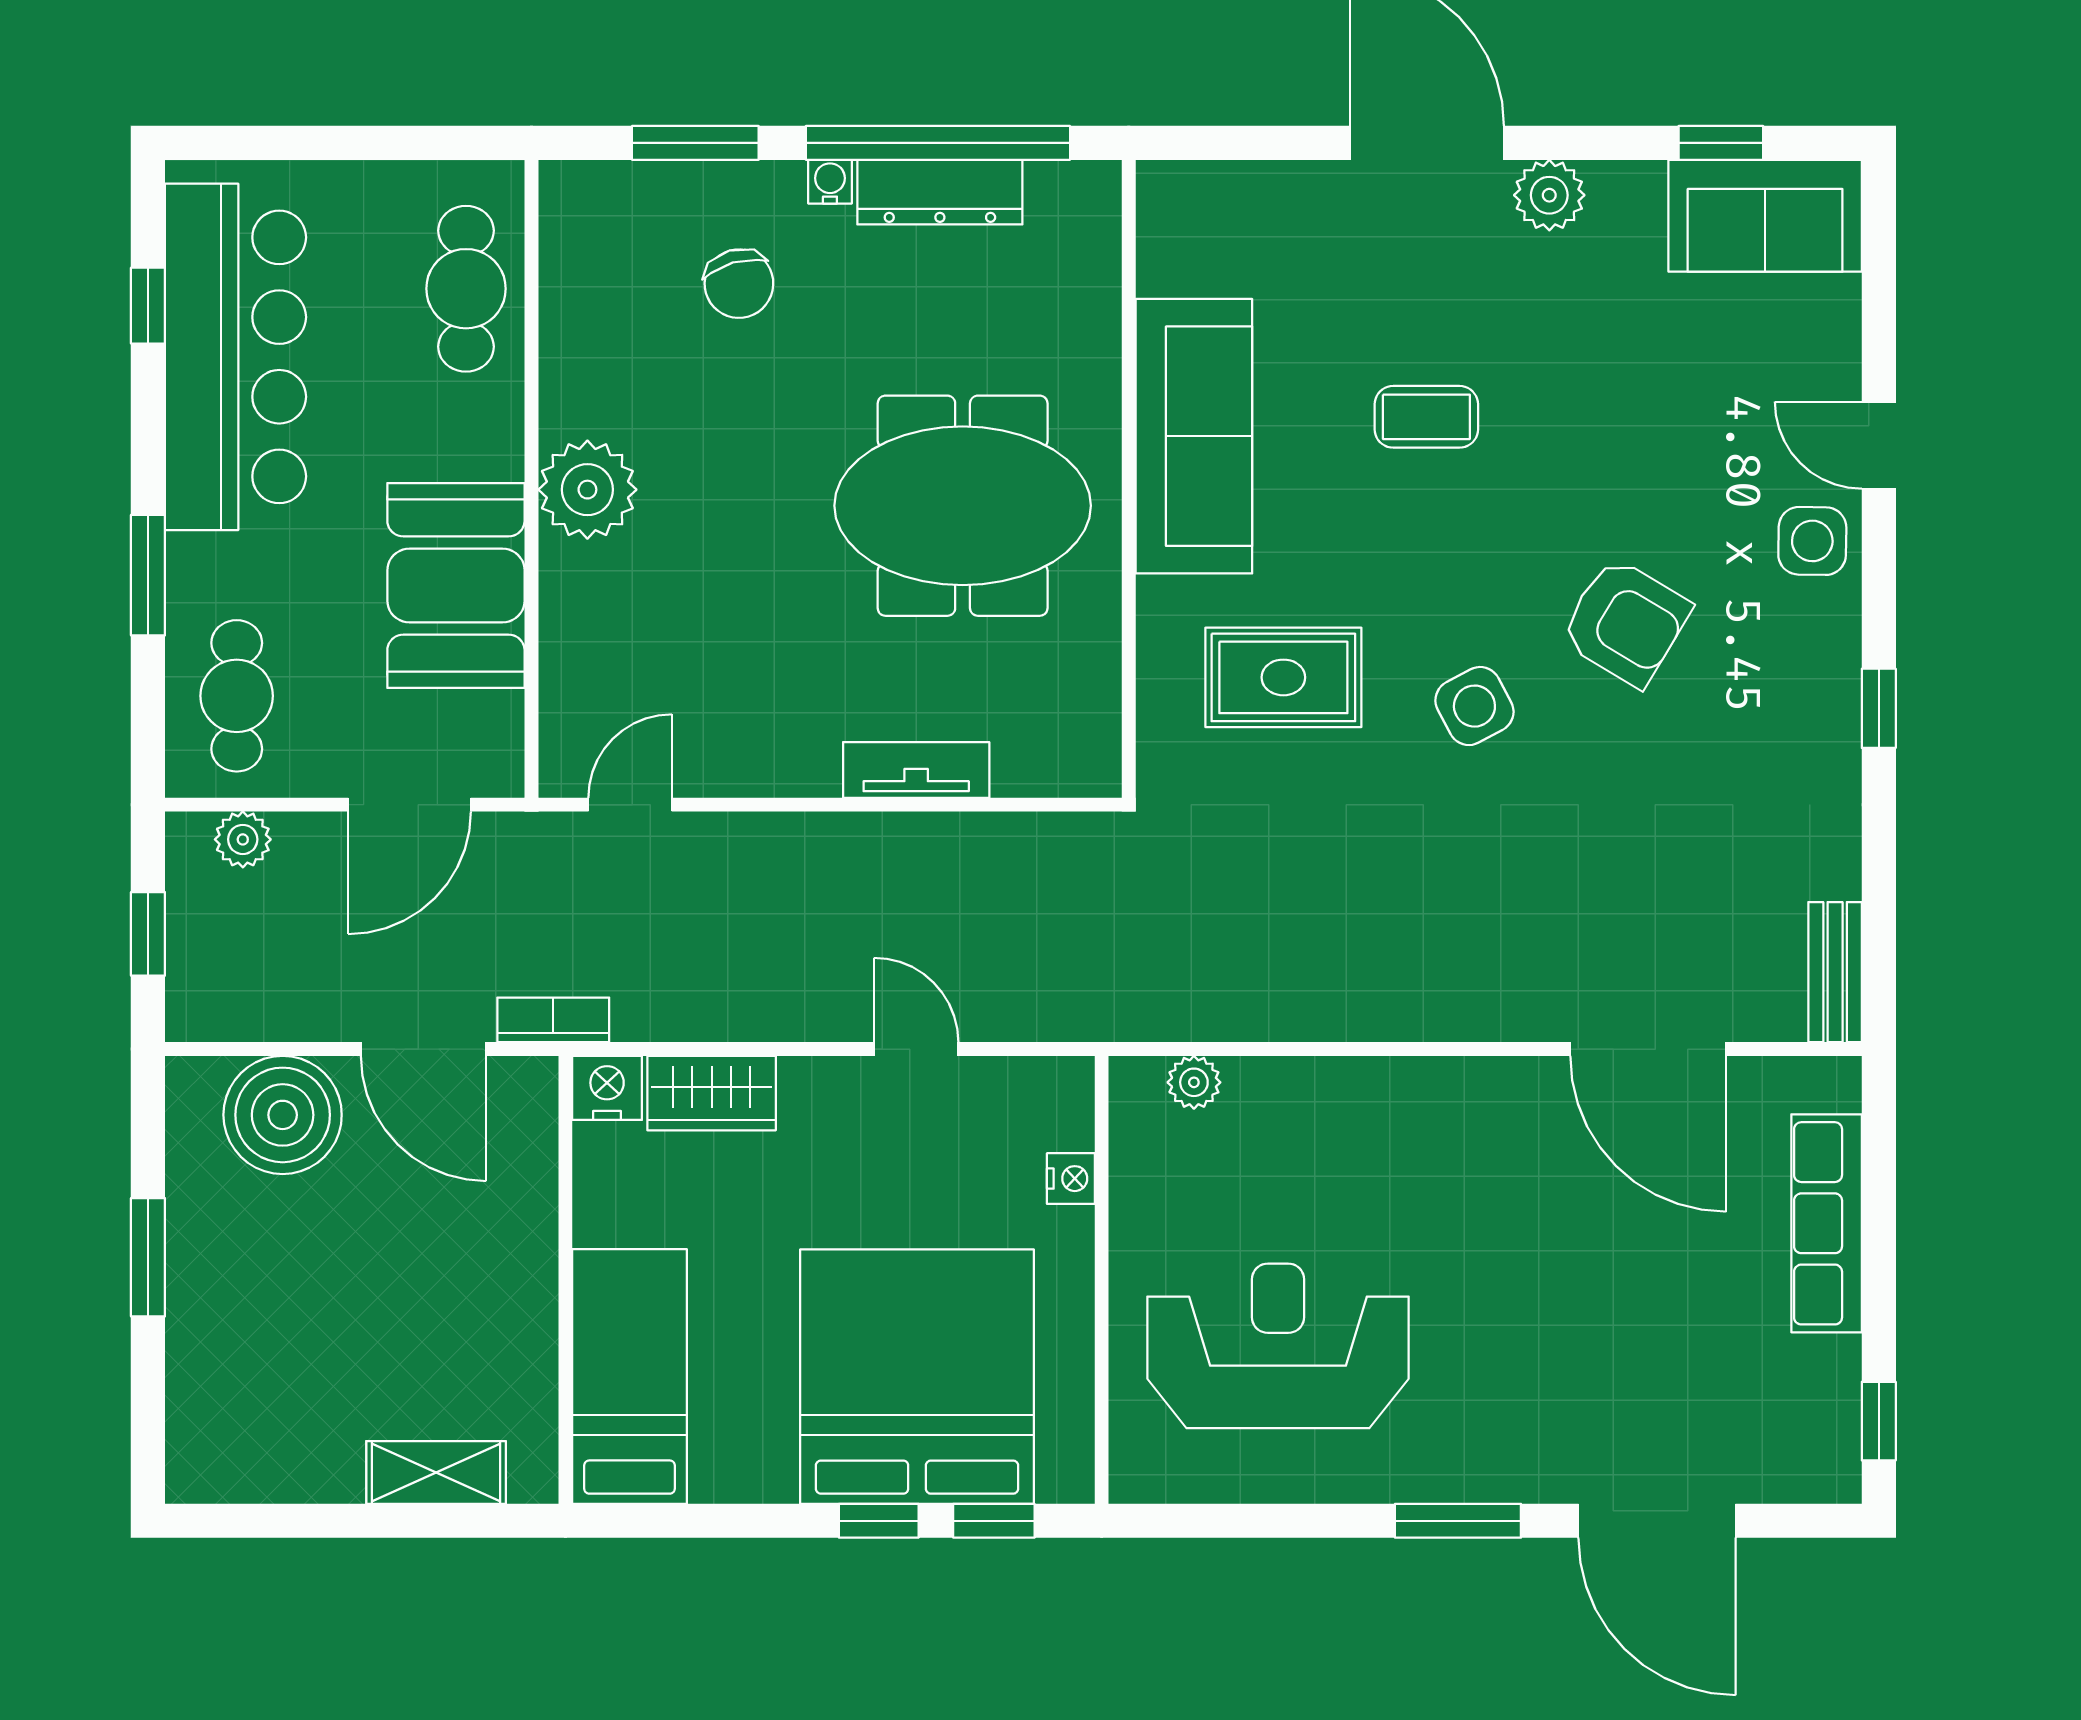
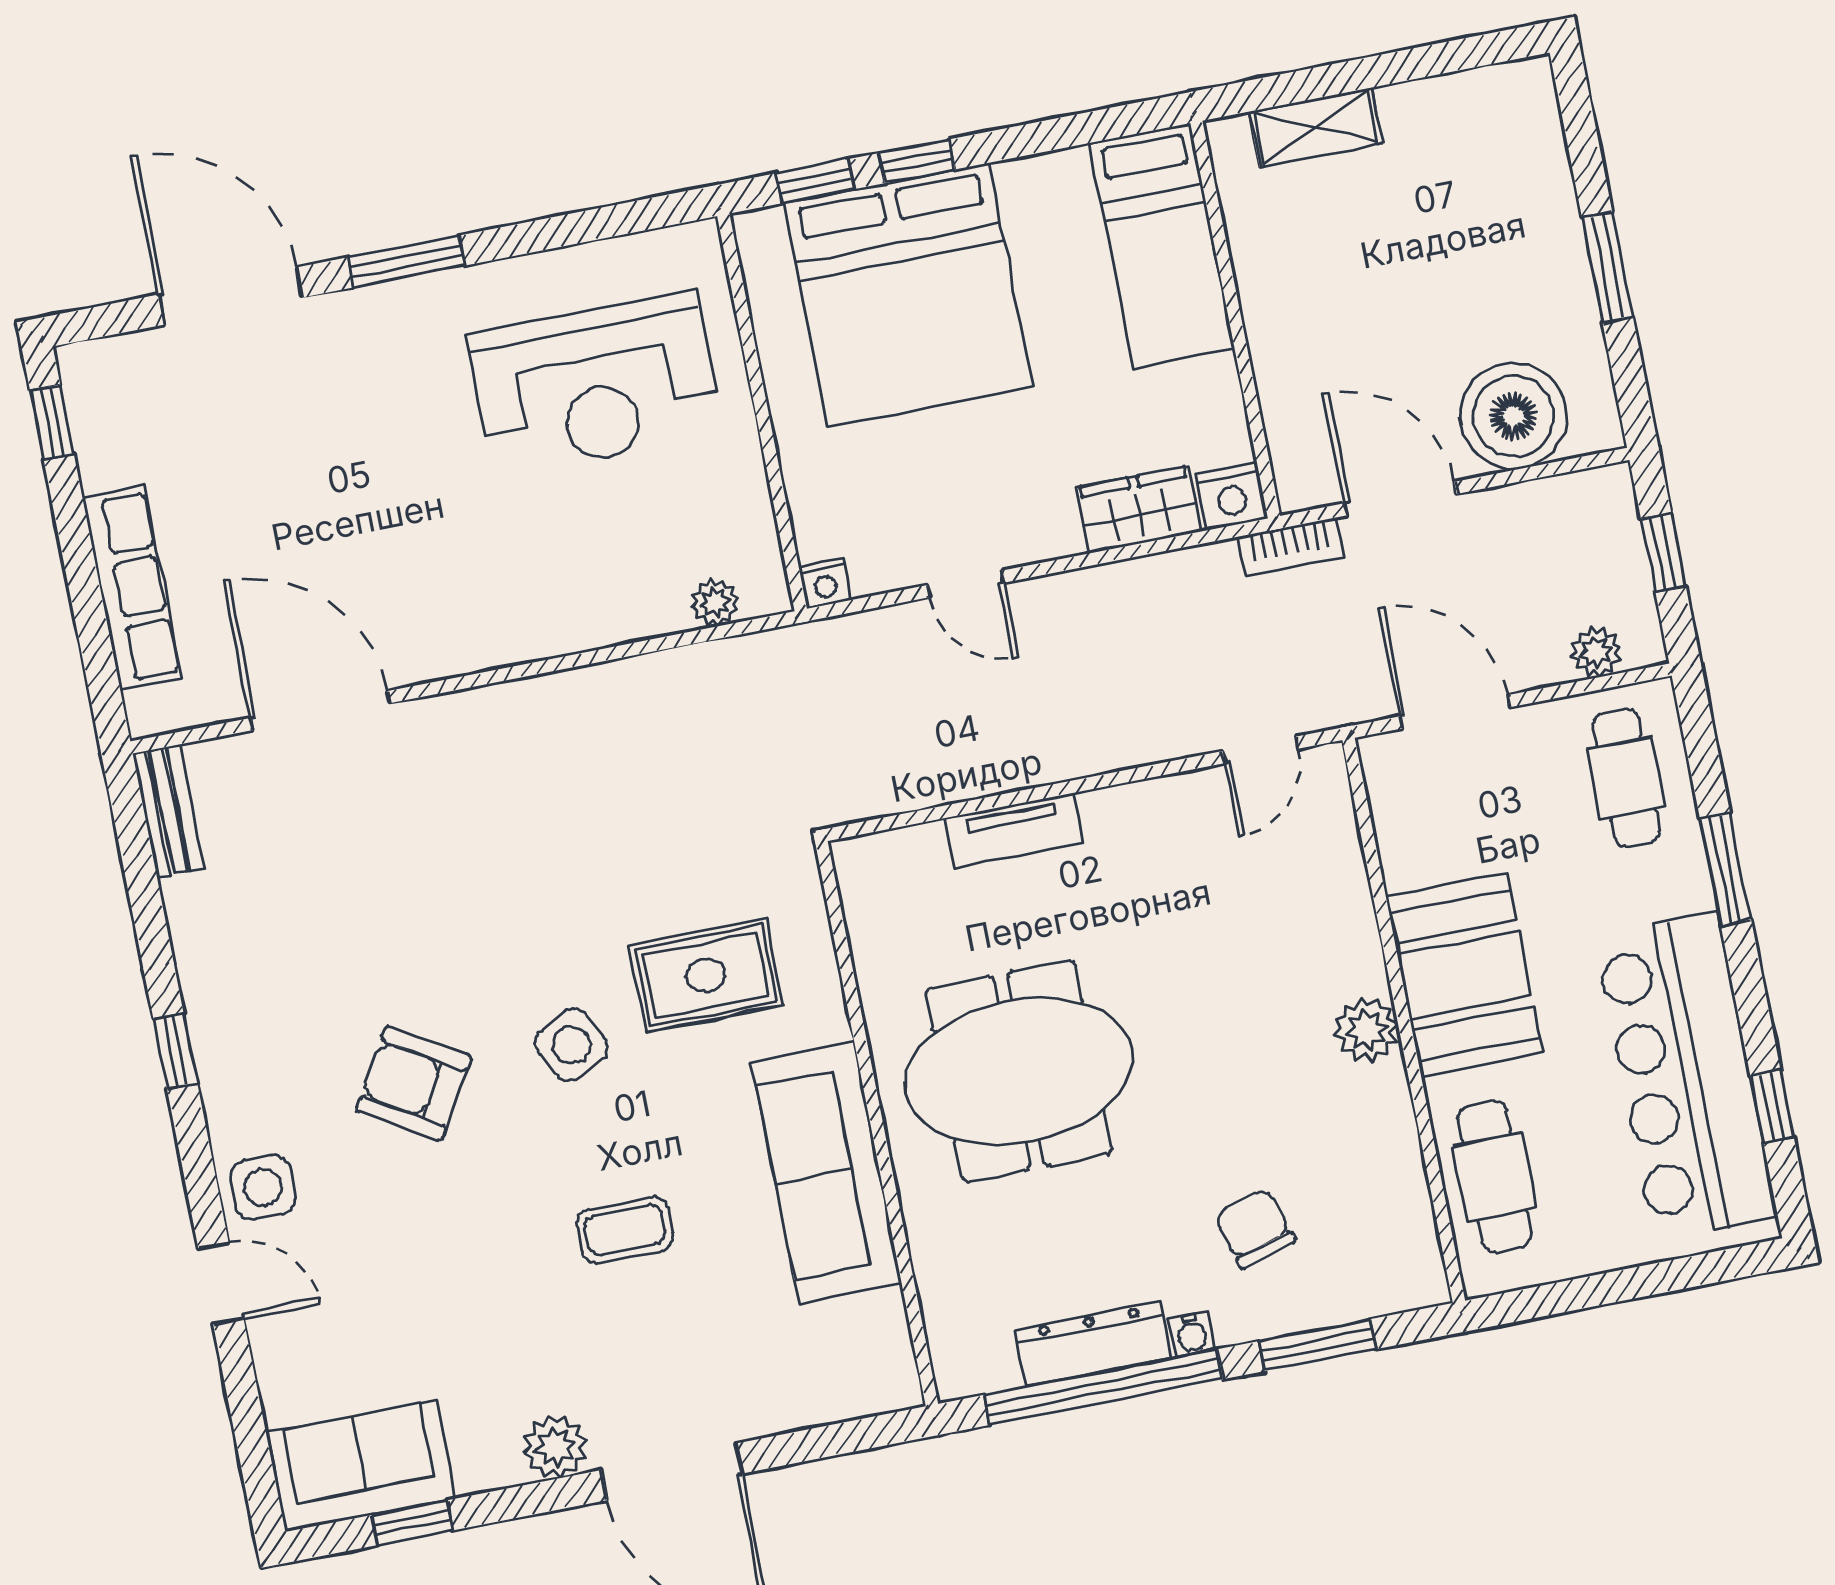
plant: (587, 490) -> (1366, 1030), width x0.73, depth x0.73
booth: (456, 586) -> (1464, 975), moved
side table: (1474, 706) -> (571, 1045), moved
door: (410, 805) -> (1455, 712), hinge flipped
nightstand: (1071, 1179) -> (825, 583), moved, turned -90

